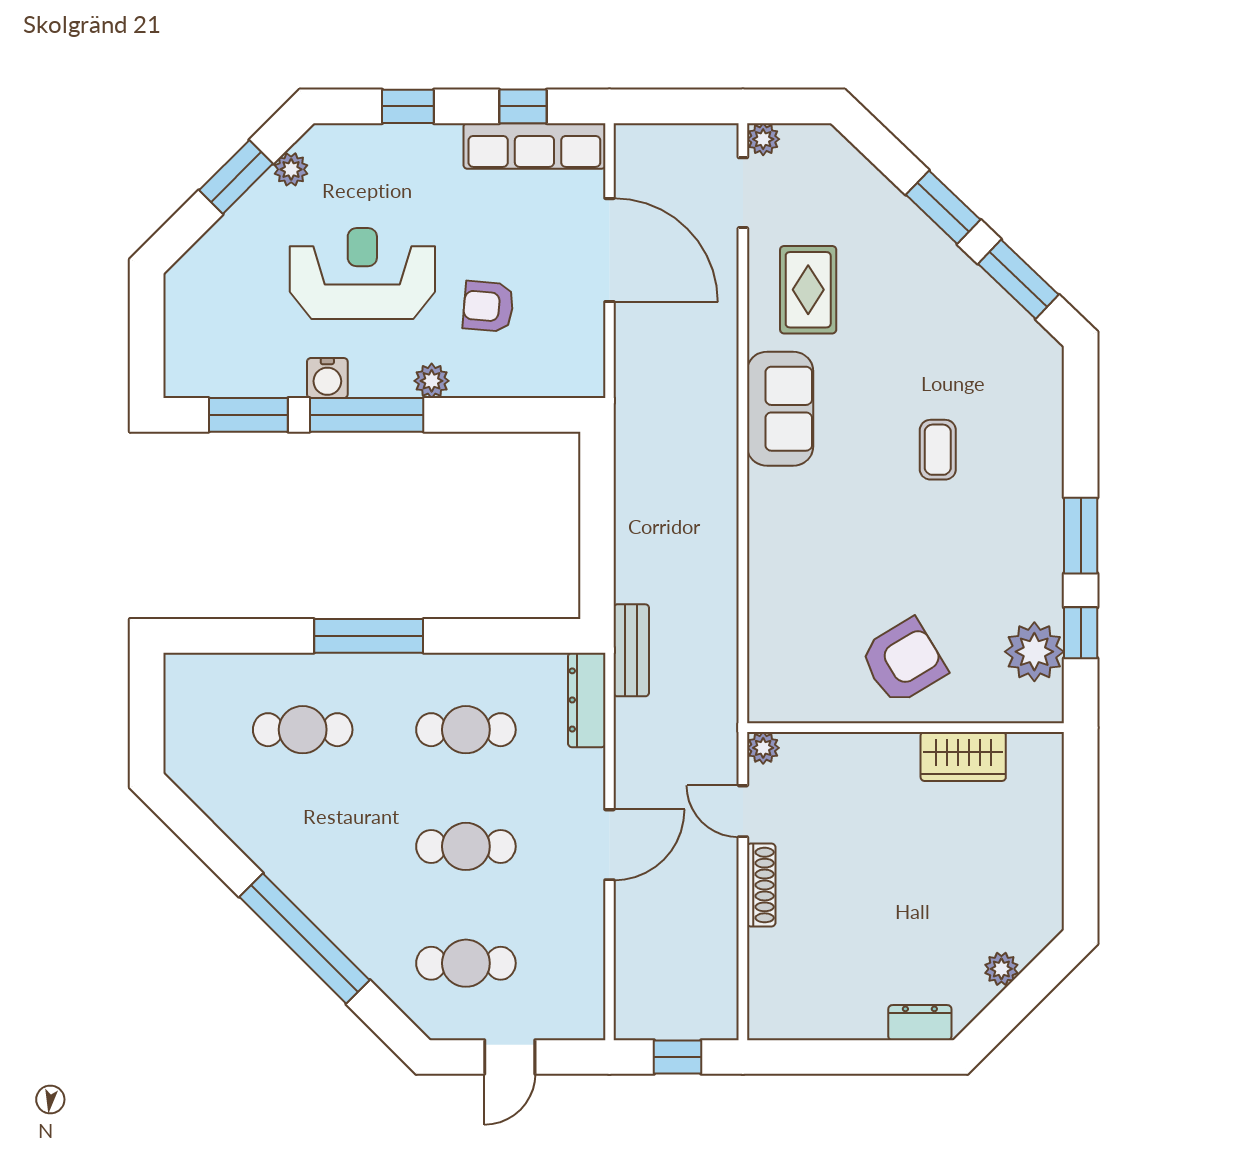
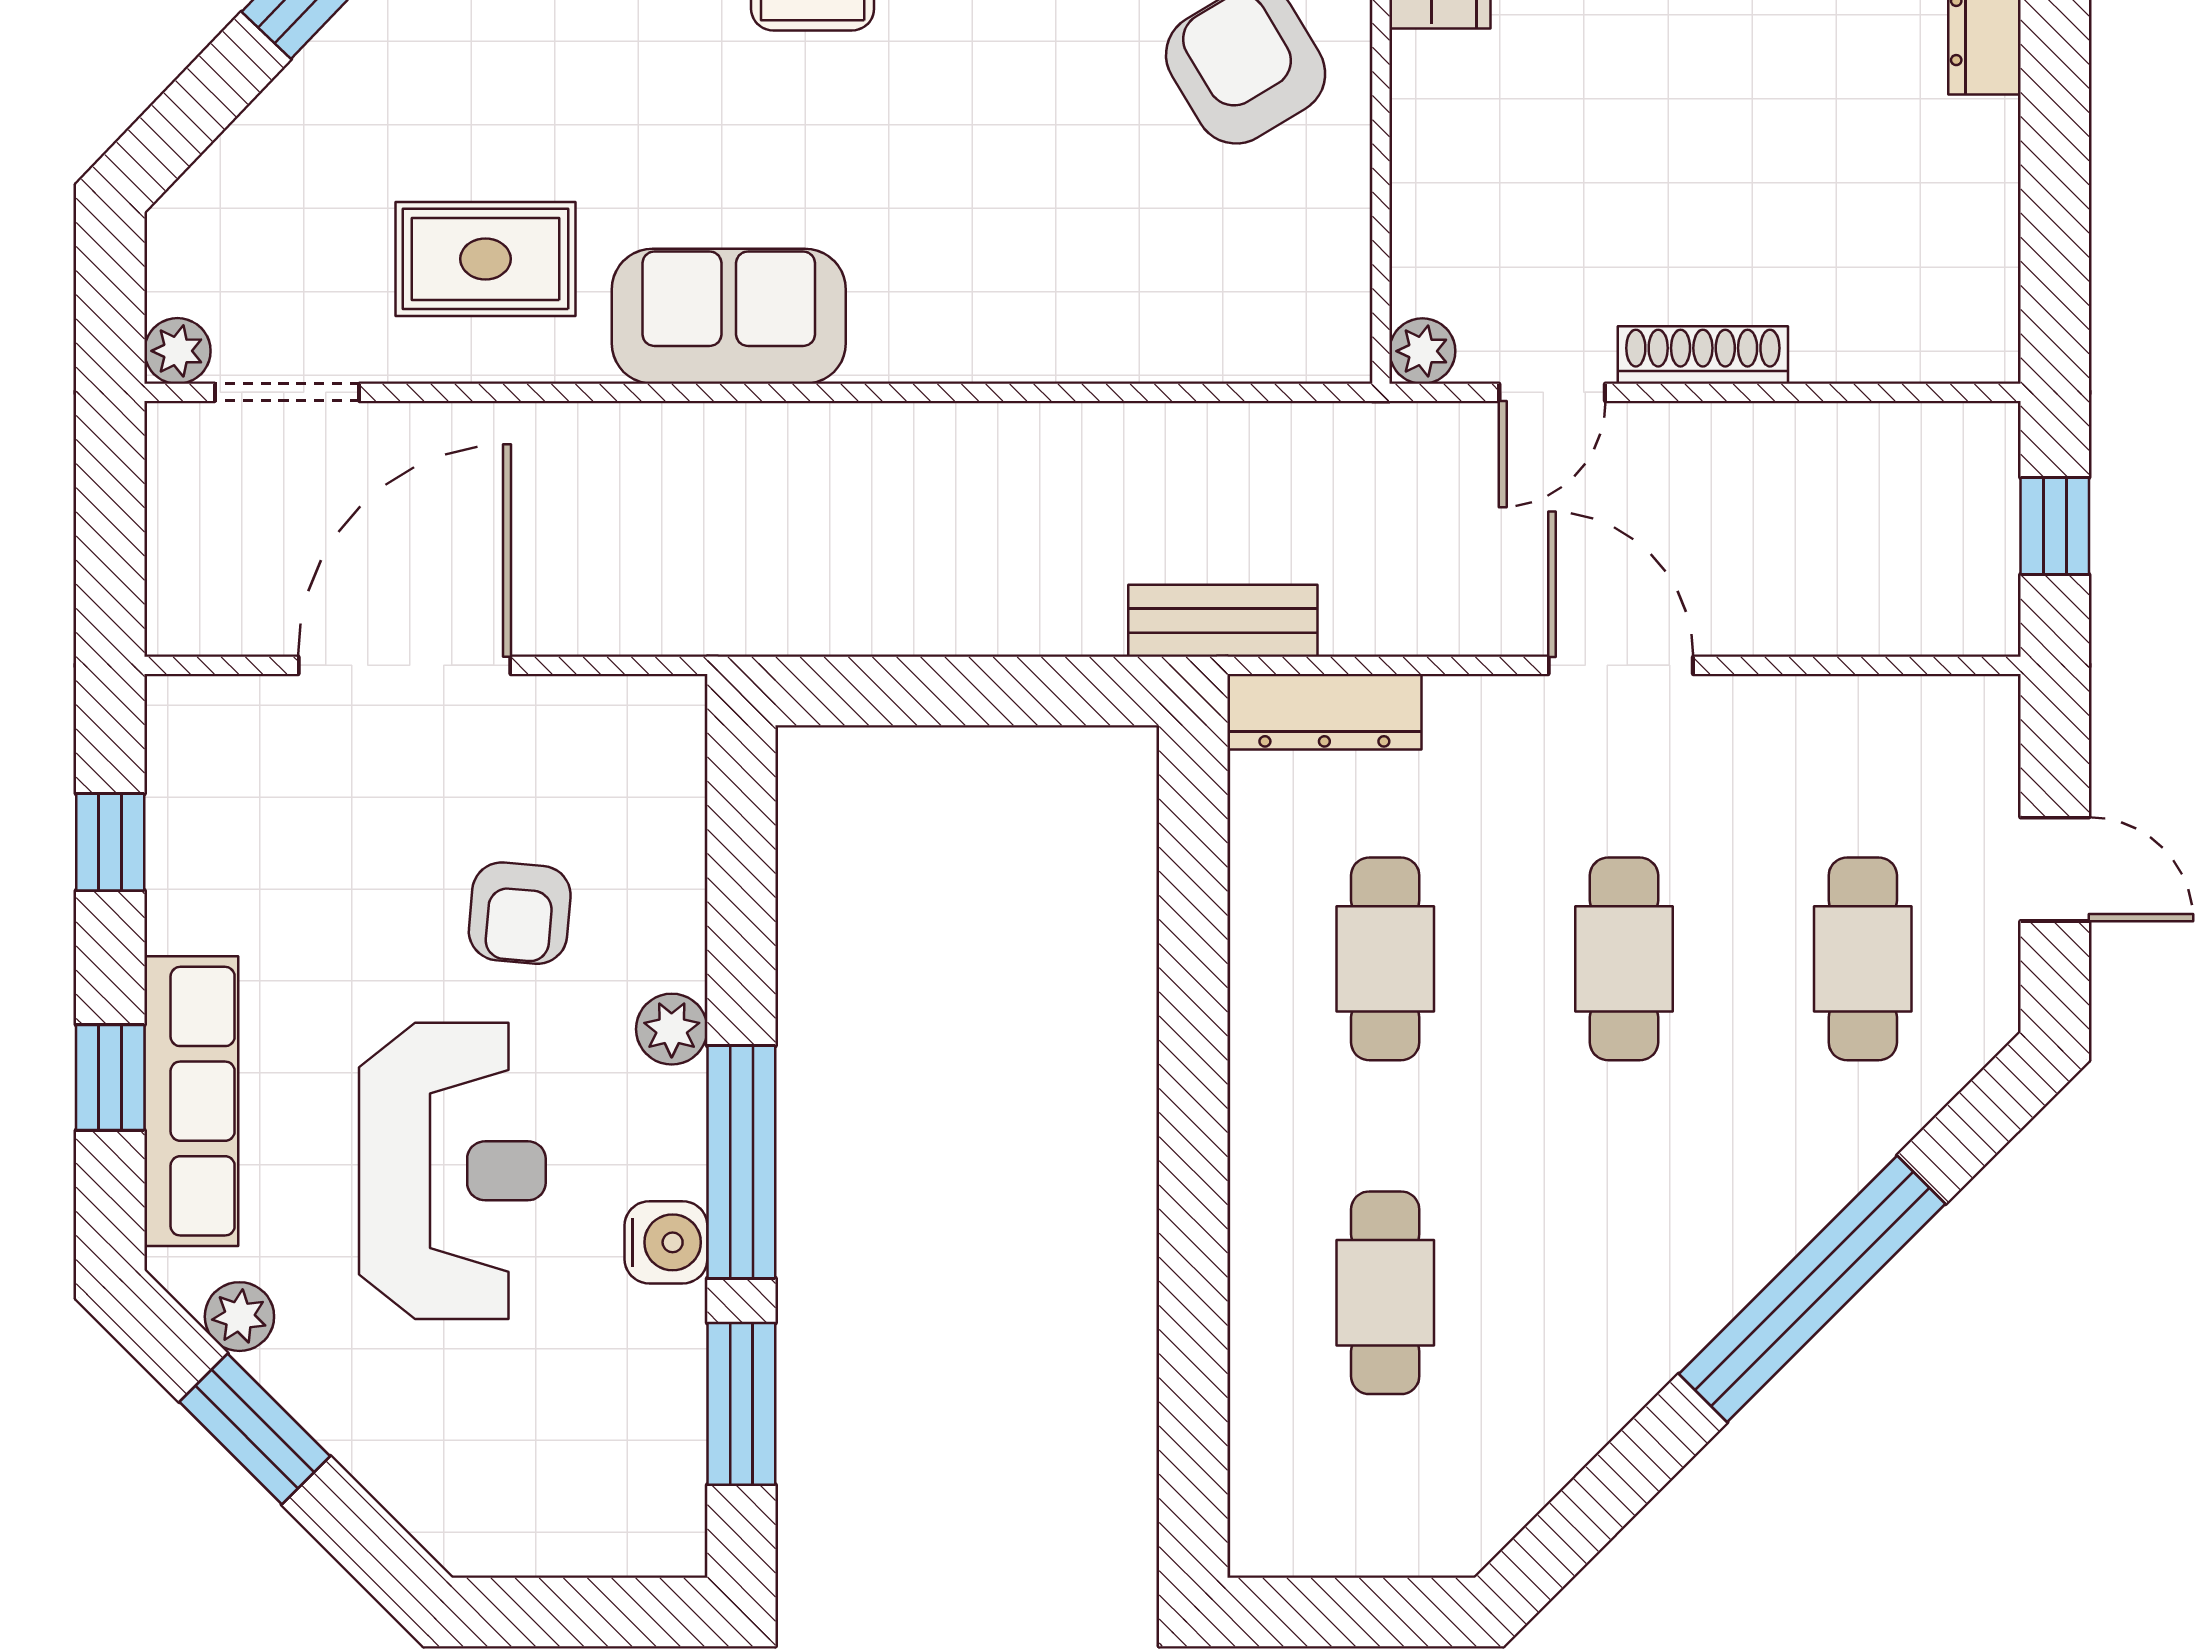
row of seats: (534, 146) -> (191, 1101), moved
reception desk: (362, 274) -> (452, 1171), turned 180
window: (369, 636) -> (1193, 1158), removed

